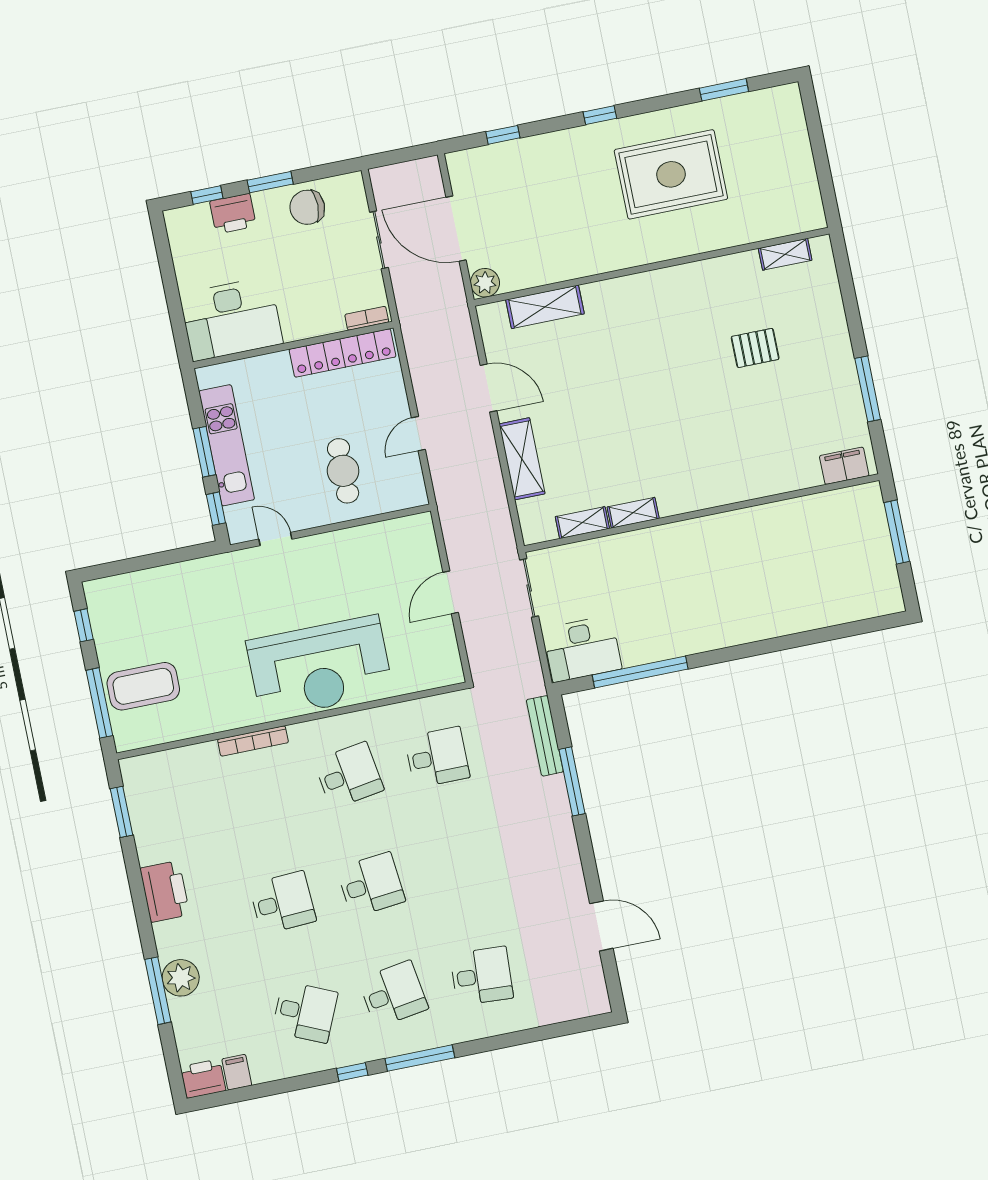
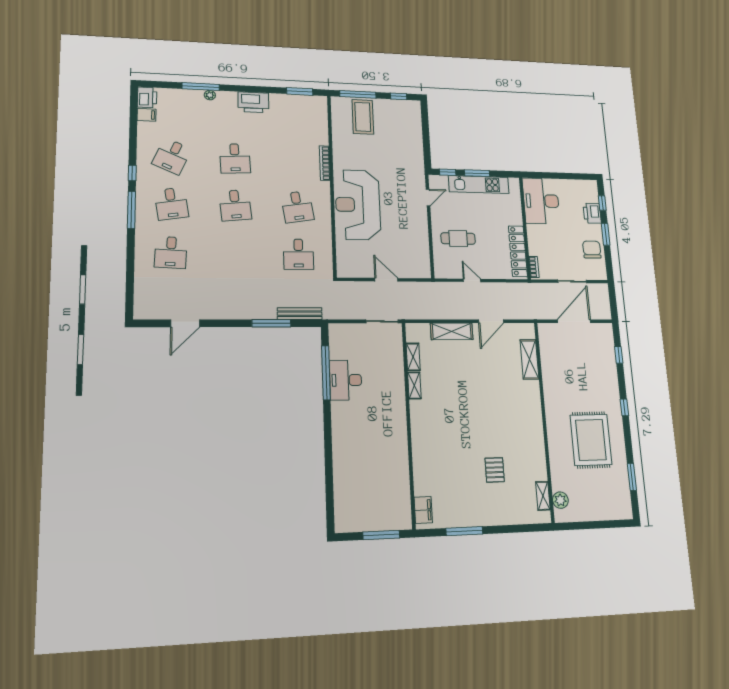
plant: (485, 283) -> (560, 500), moved
desk: (582, 649) -> (346, 380), moved
plant: (181, 978) -> (210, 95), width x0.53, depth x0.53

